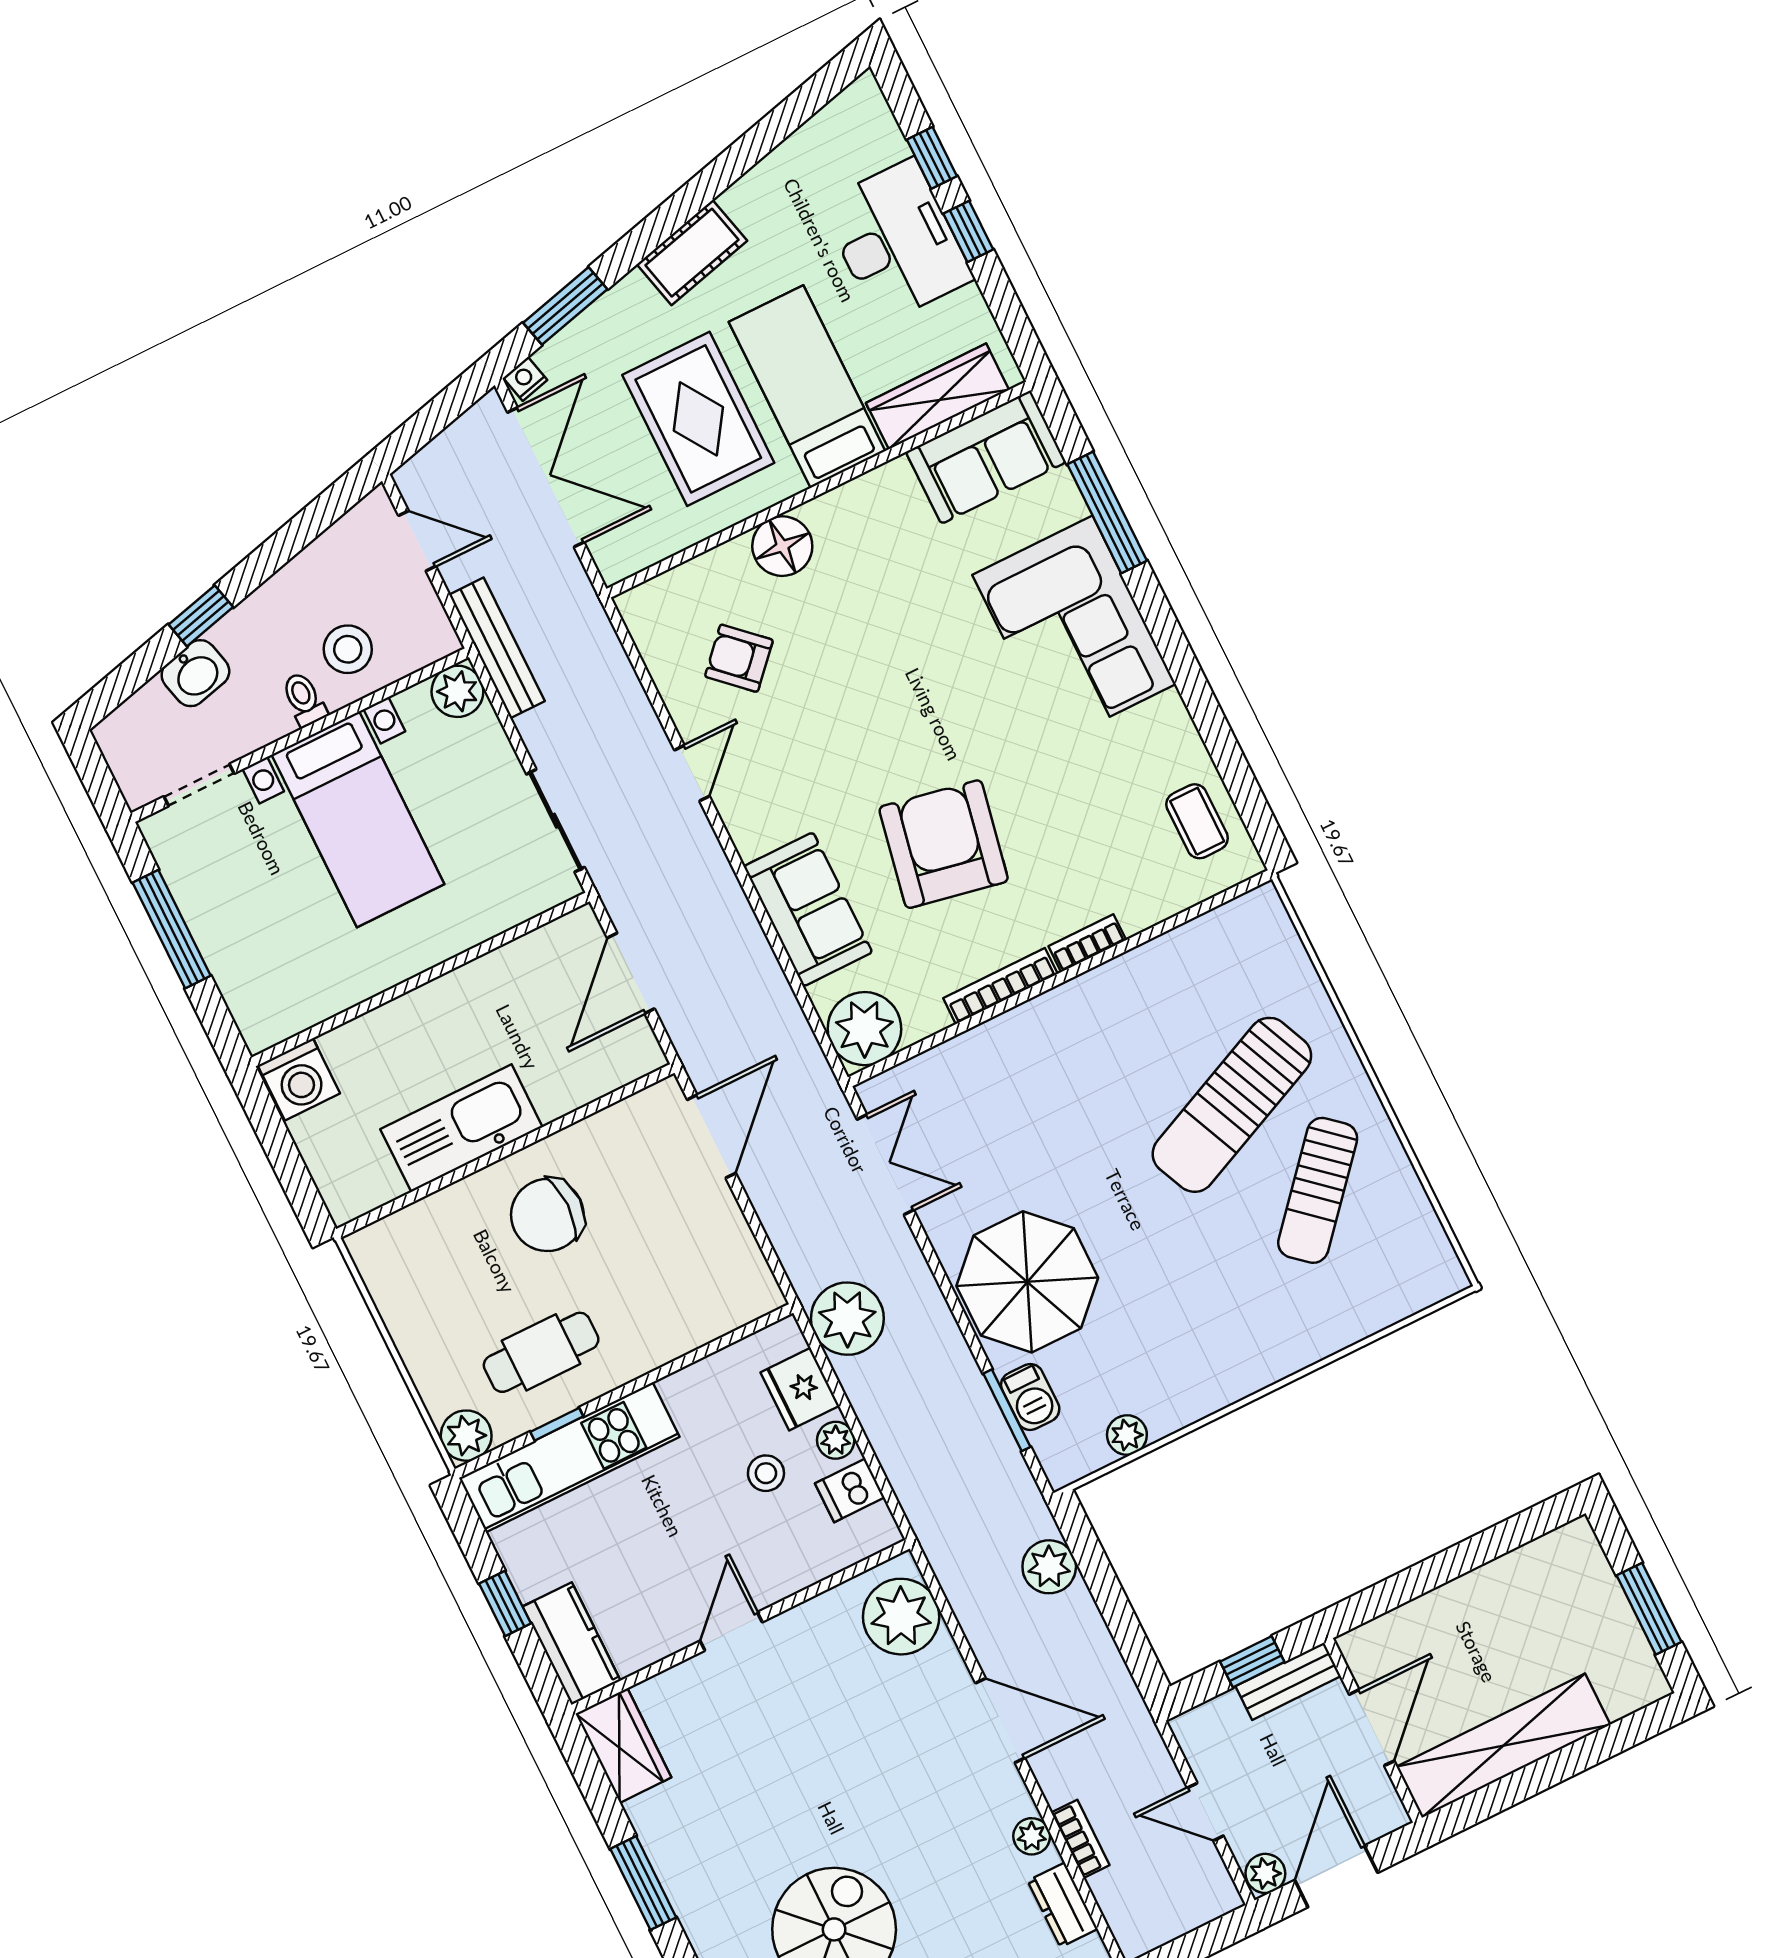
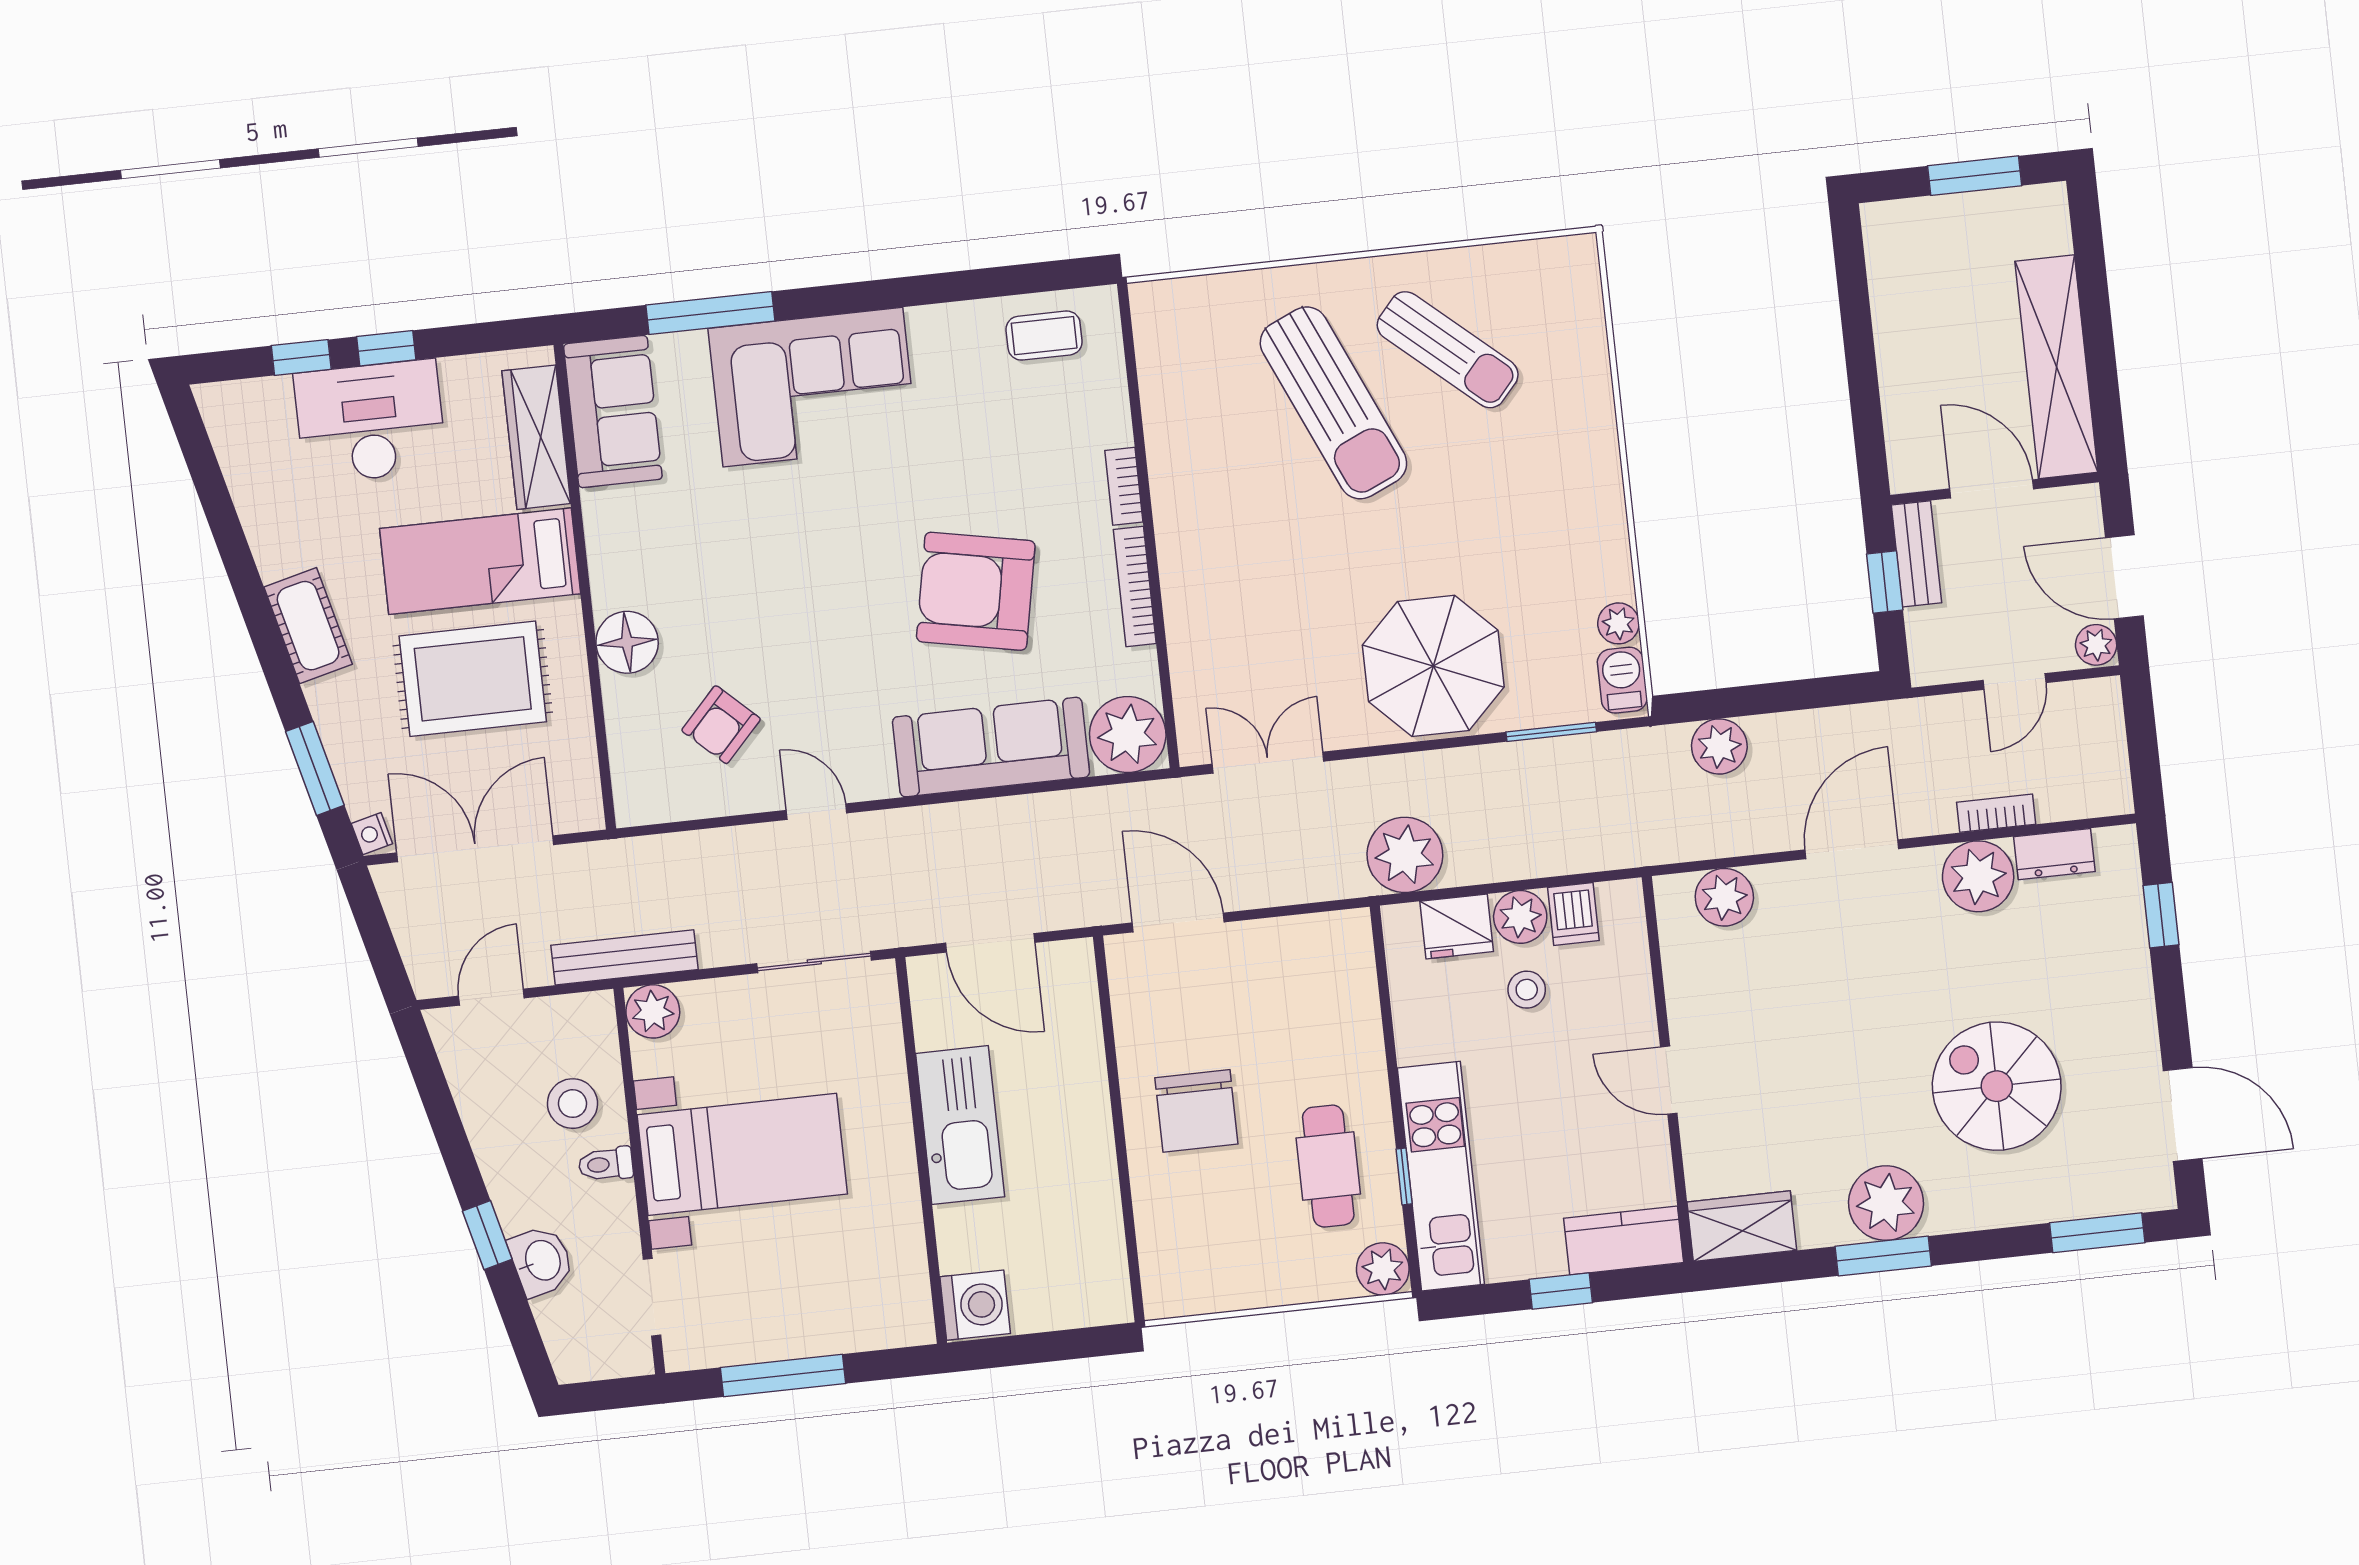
sofa: (808, 909) -> (991, 747), width x1.36
kitchen sink: (461, 1128) -> (960, 1125), moved, turned 180
barbecue: (1030, 1397) -> (1622, 680), moved, turned -90
plant: (836, 1440) -> (1520, 917), width x1.38, depth x1.38
plant: (901, 1617) -> (1724, 897), width x0.73, depth x0.73
plant: (1032, 1836) -> (1978, 876), width x1.87, depth x1.87
plant: (692, 1868) -> (1886, 1203), added

